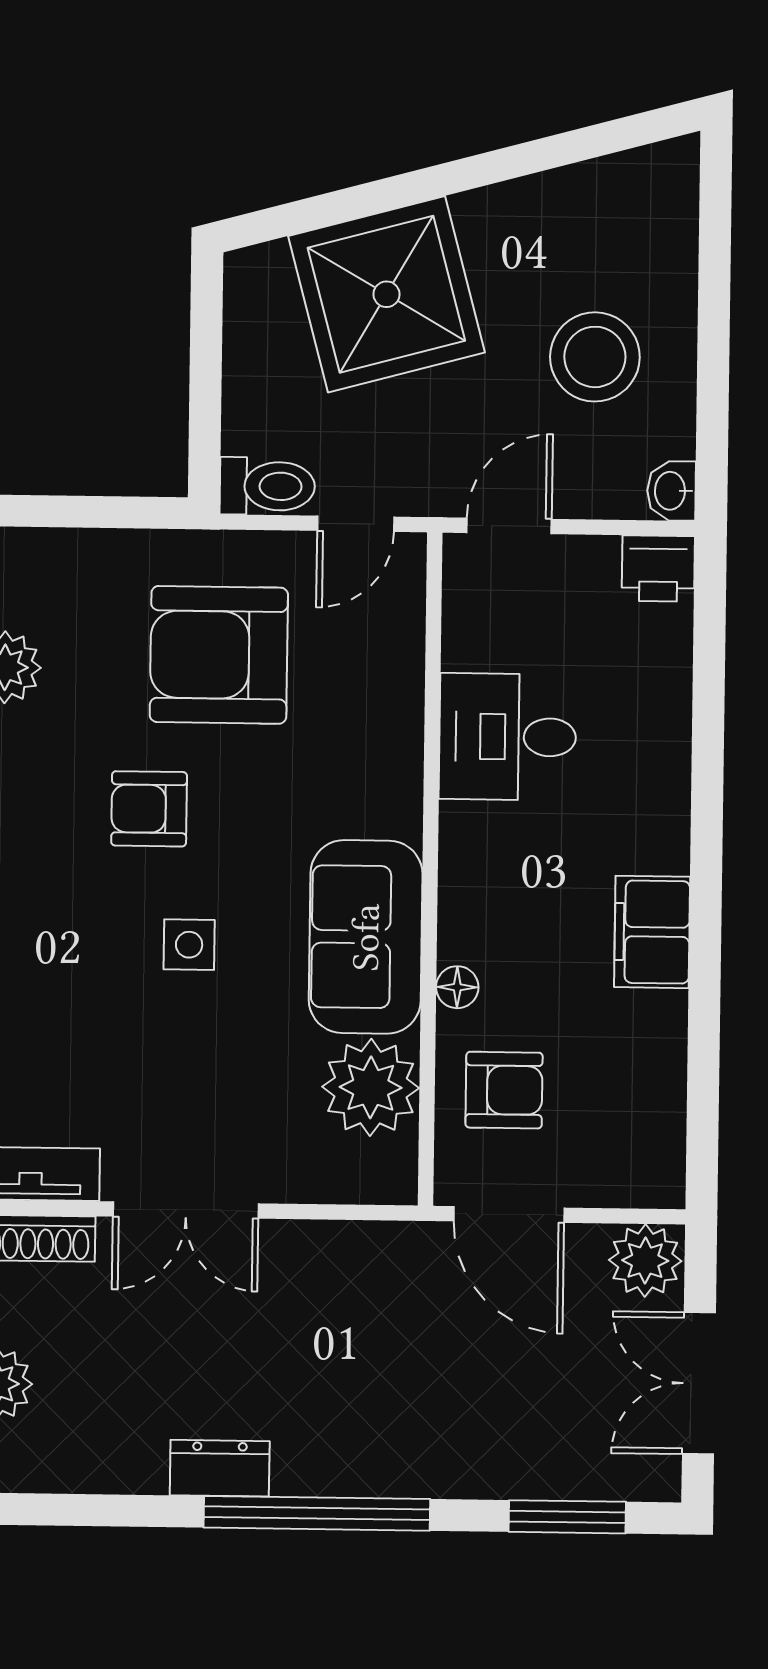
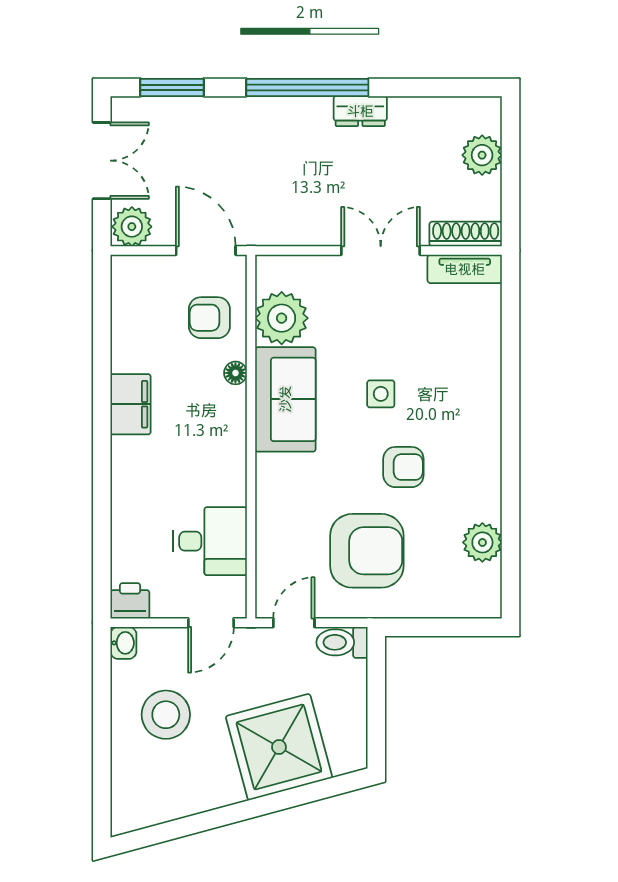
desk: (508, 737) -> (210, 541), moved

